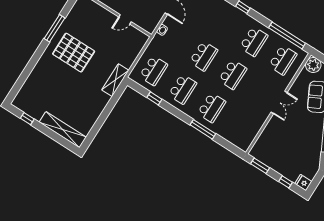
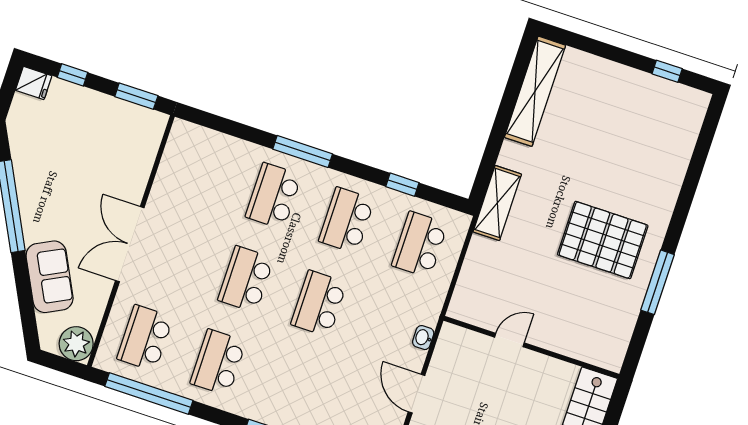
double door: (279, 102) -> (130, 244), width x1.37
window: (203, 129) -> (303, 151), moved
shelving: (63, 130) -> (535, 91), moved, turned 90

